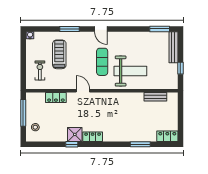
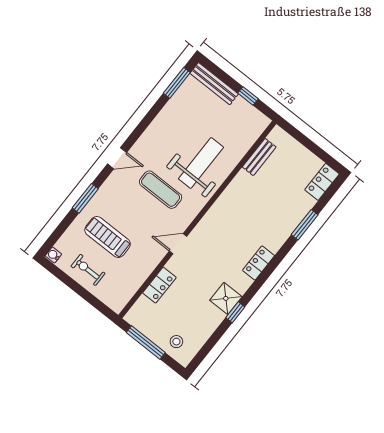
exercise bike: (40, 70) -> (88, 270), moved
locker: (93, 137) -> (259, 263), moved

